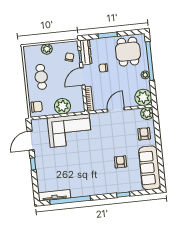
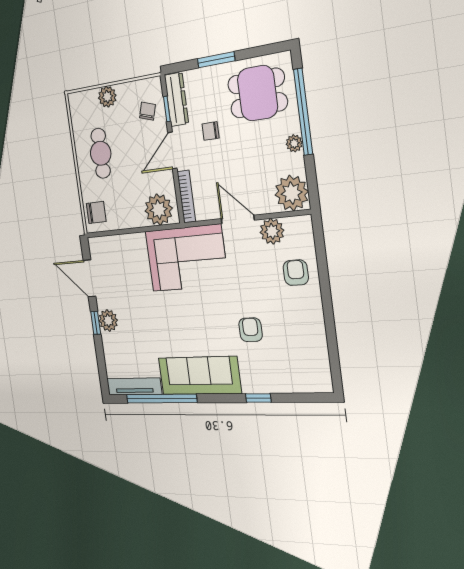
dining table: (128, 52) -> (257, 93), turned 90
plant: (62, 106) -> (159, 210), moved
door: (116, 110) -> (238, 219), hinge flipped
plant: (147, 113) -> (272, 231), moved
corner sofa: (70, 131) -> (186, 258), moved
door: (31, 141) -> (89, 278), hinge flipped
plant: (41, 162) -> (108, 321), added
sofa: (150, 168) -> (199, 376), moved, turned 90

